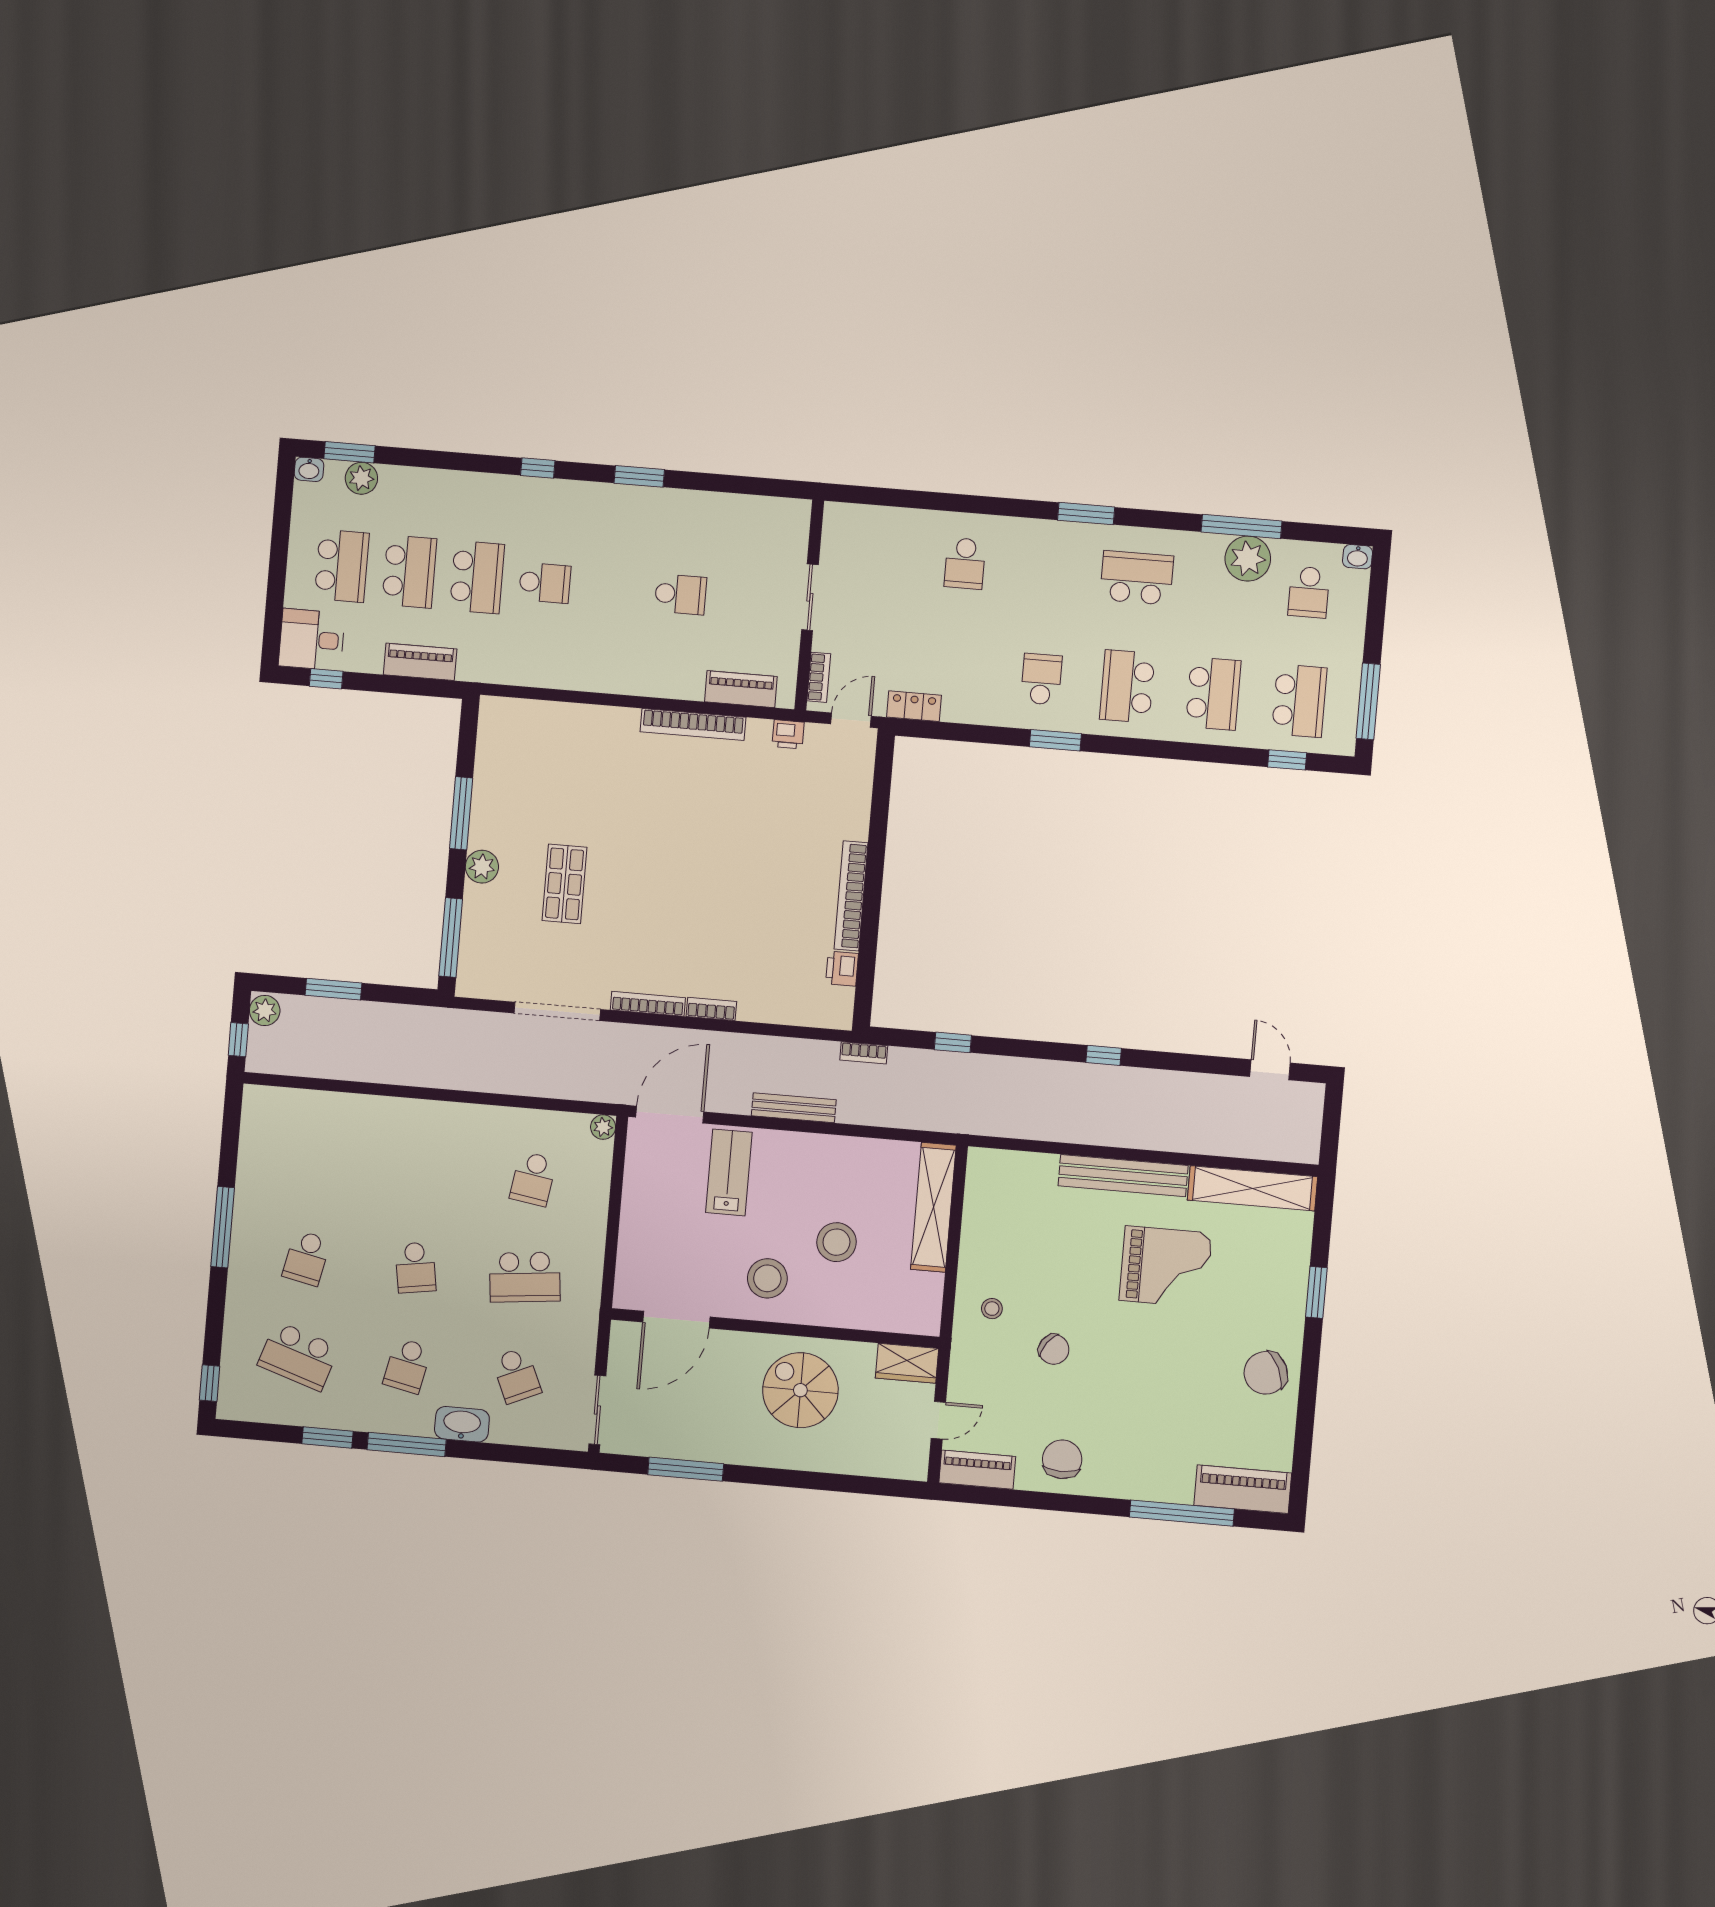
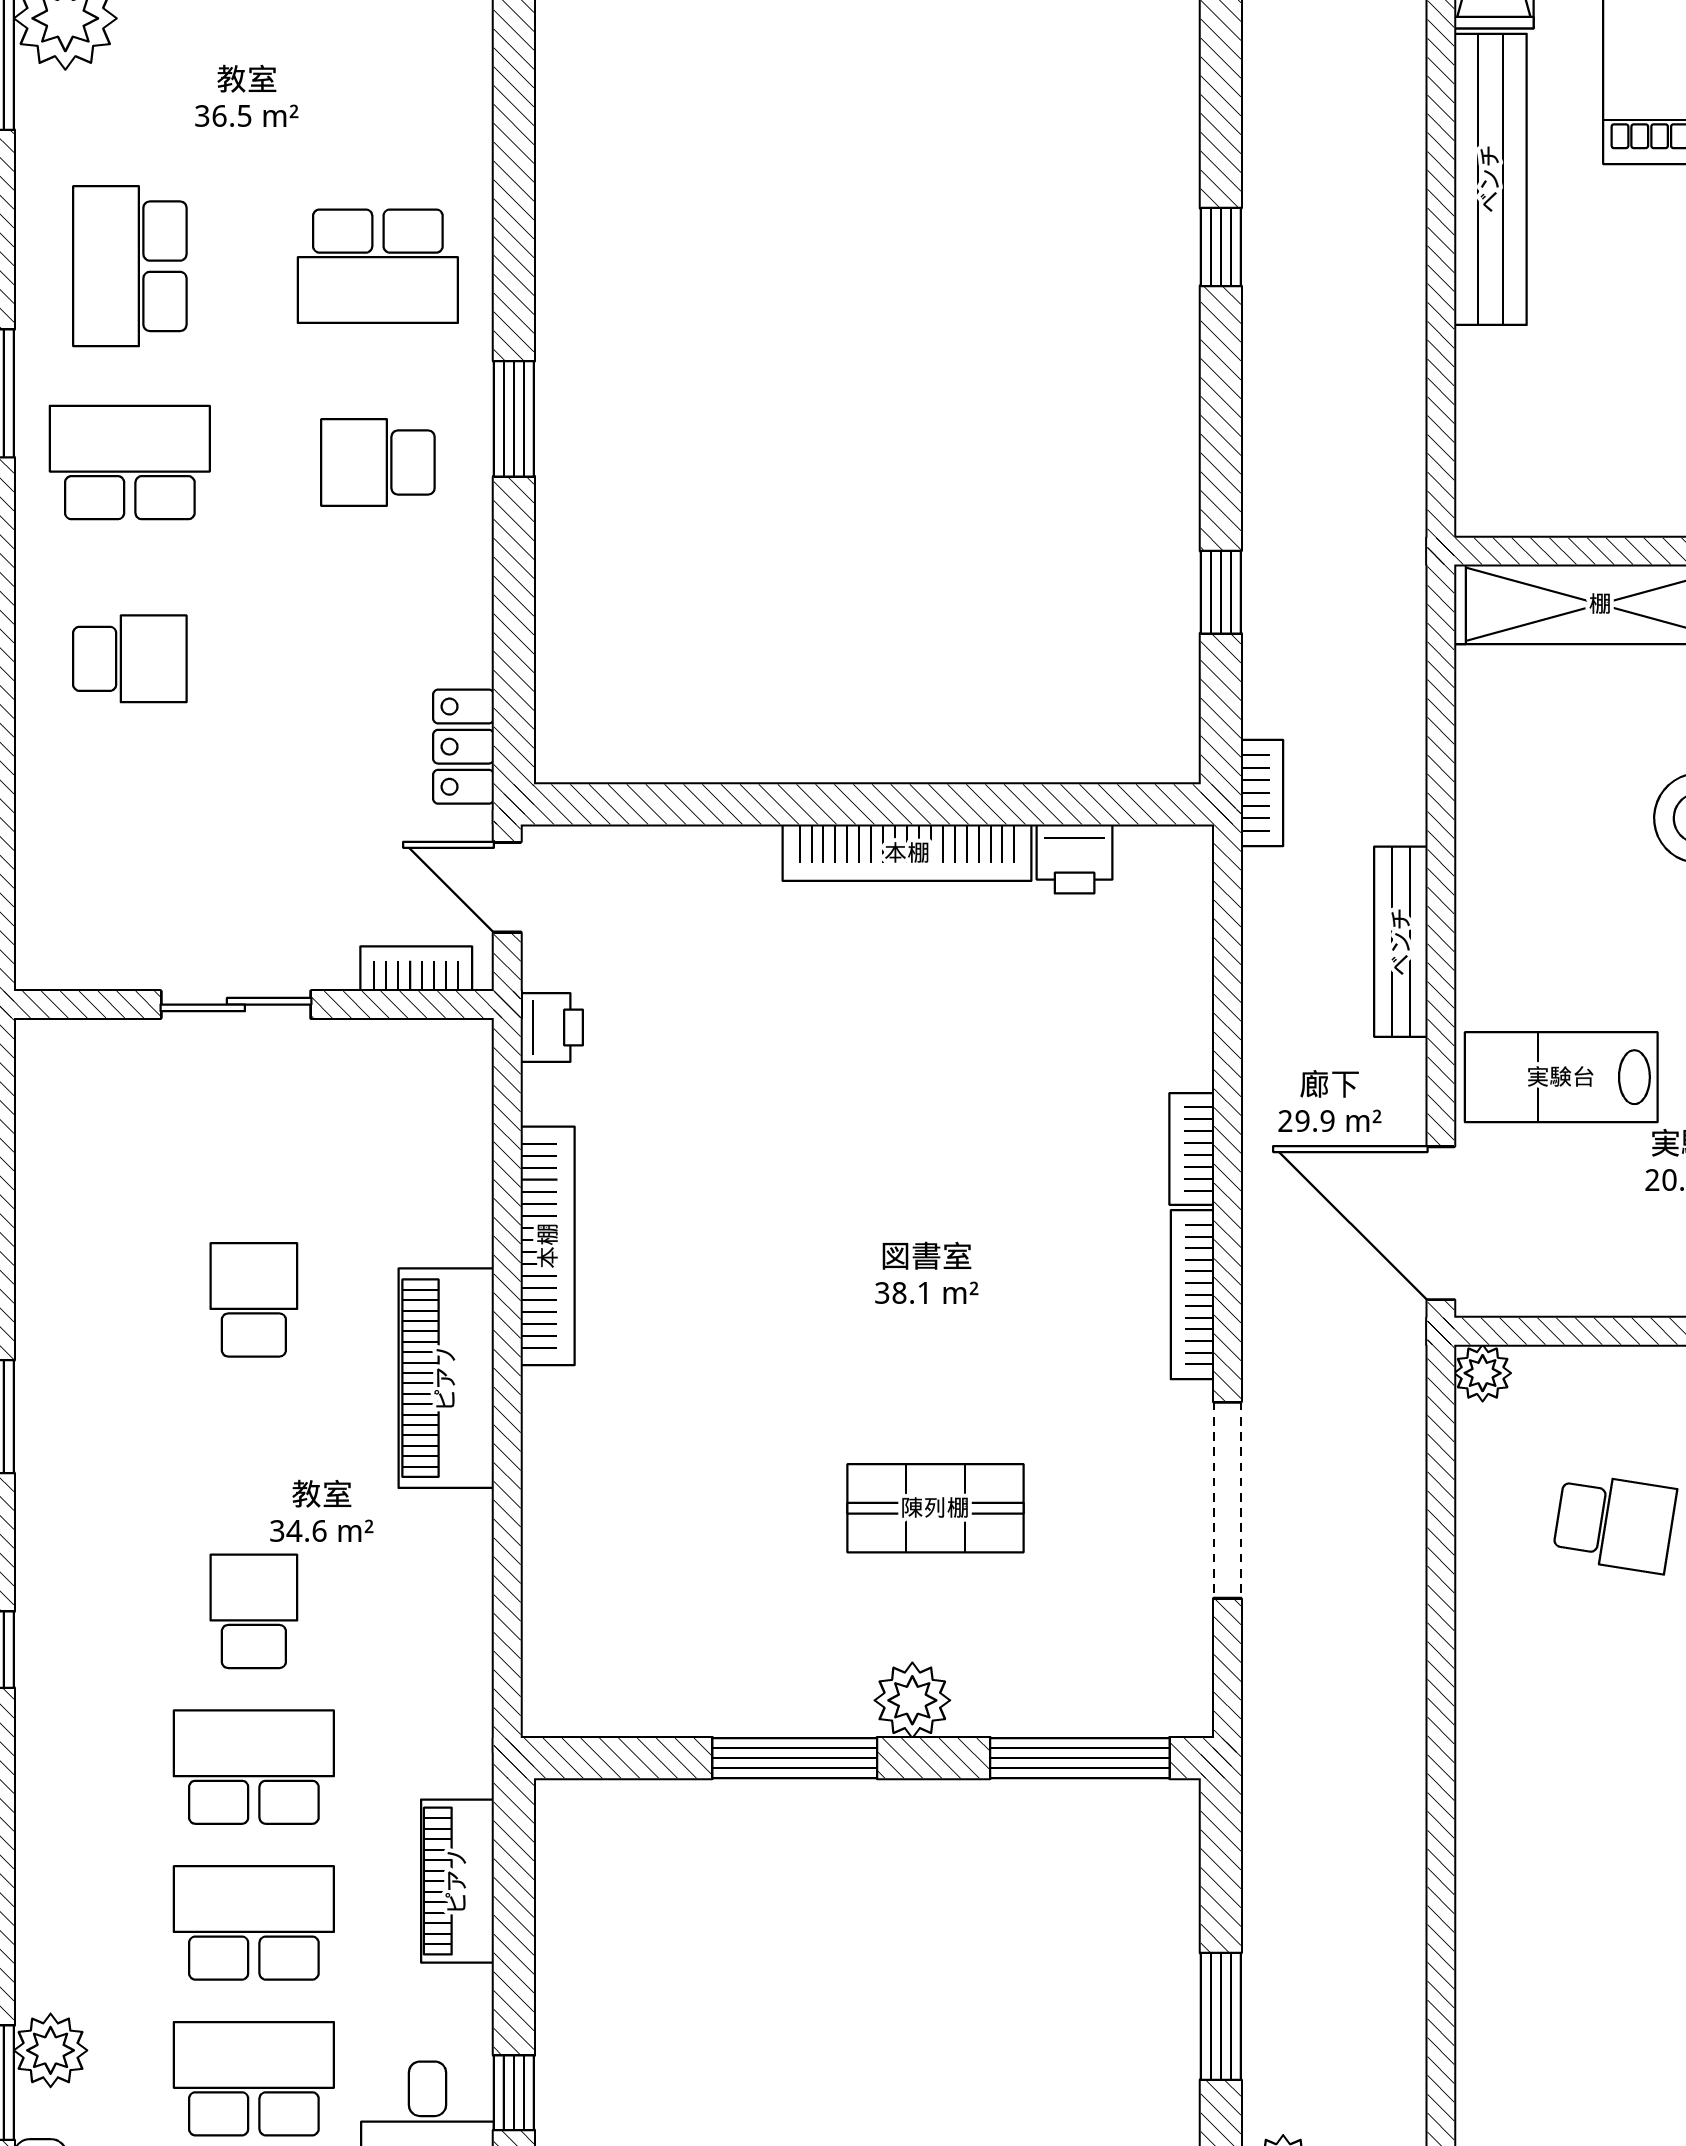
piano: (741, 689) -> (446, 1378), moved, width x1.37, depth x1.33
school desk: (1213, 694) -> (130, 463), moved

